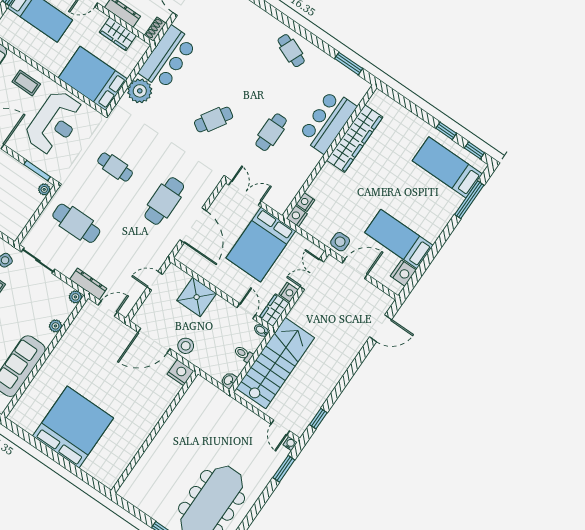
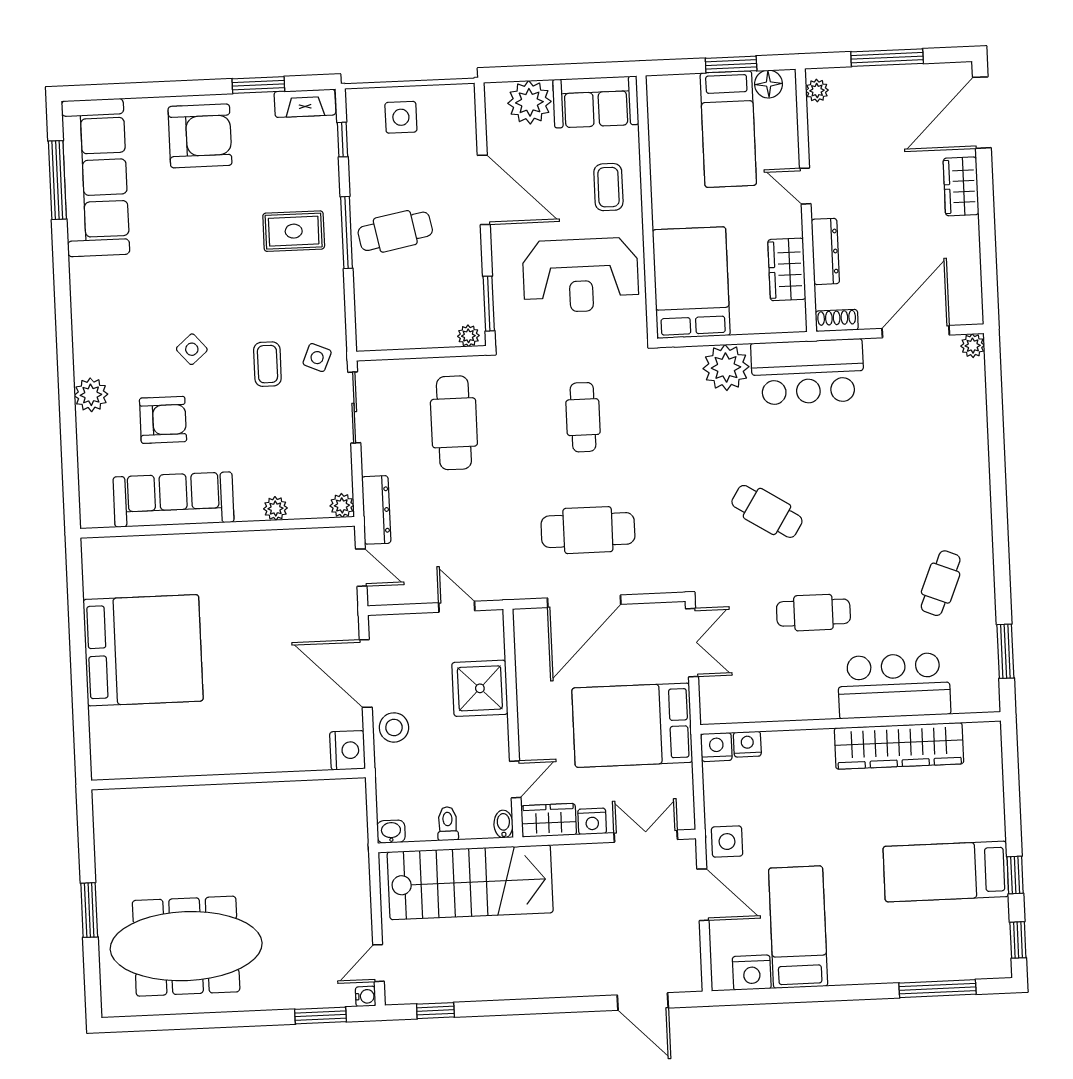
cafe table: (291, 51) -> (941, 583), moved
bed: (447, 167) -> (946, 872), moved, turned -90

